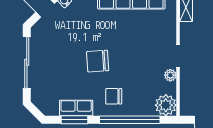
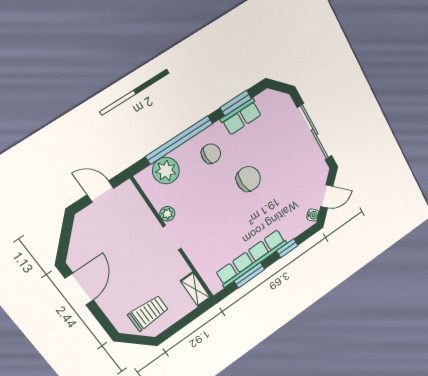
plant: (166, 105) -> (166, 171), moved

